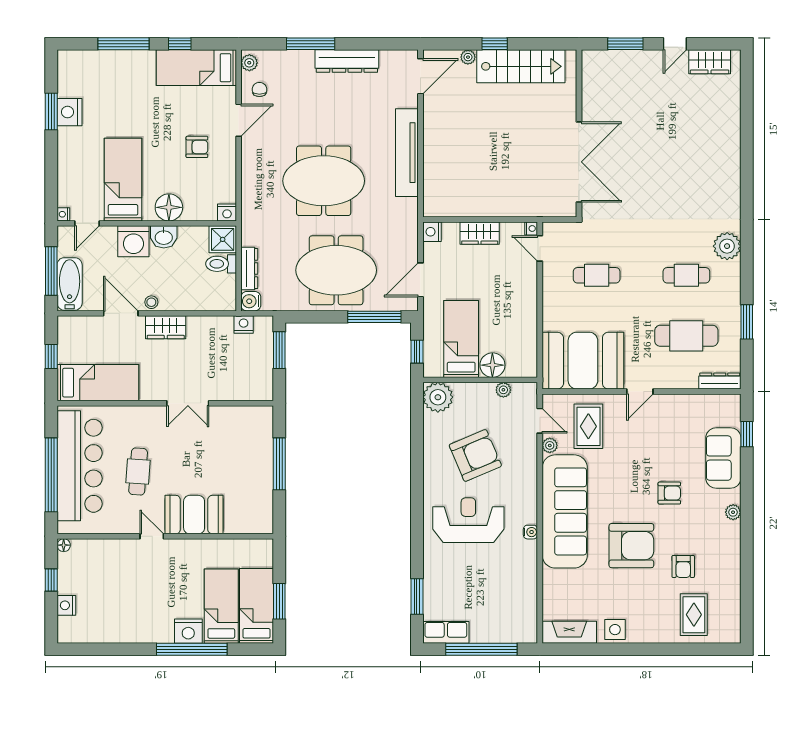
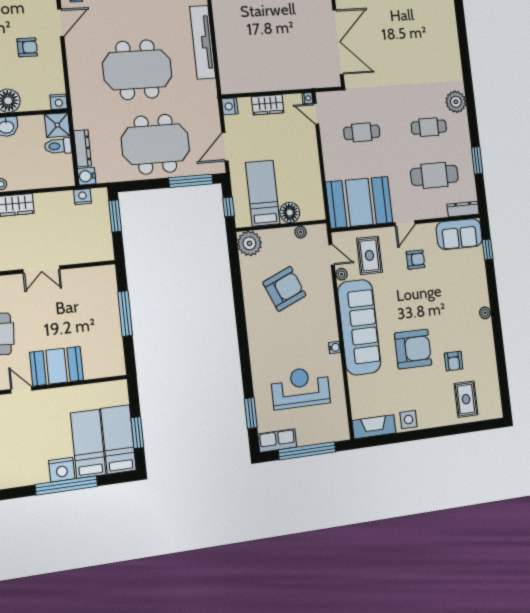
sofa: (723, 458) -> (459, 234), moved, turned -90
armchair: (669, 493) -> (416, 260), moved
reception desk: (468, 520) -> (300, 388), moved

